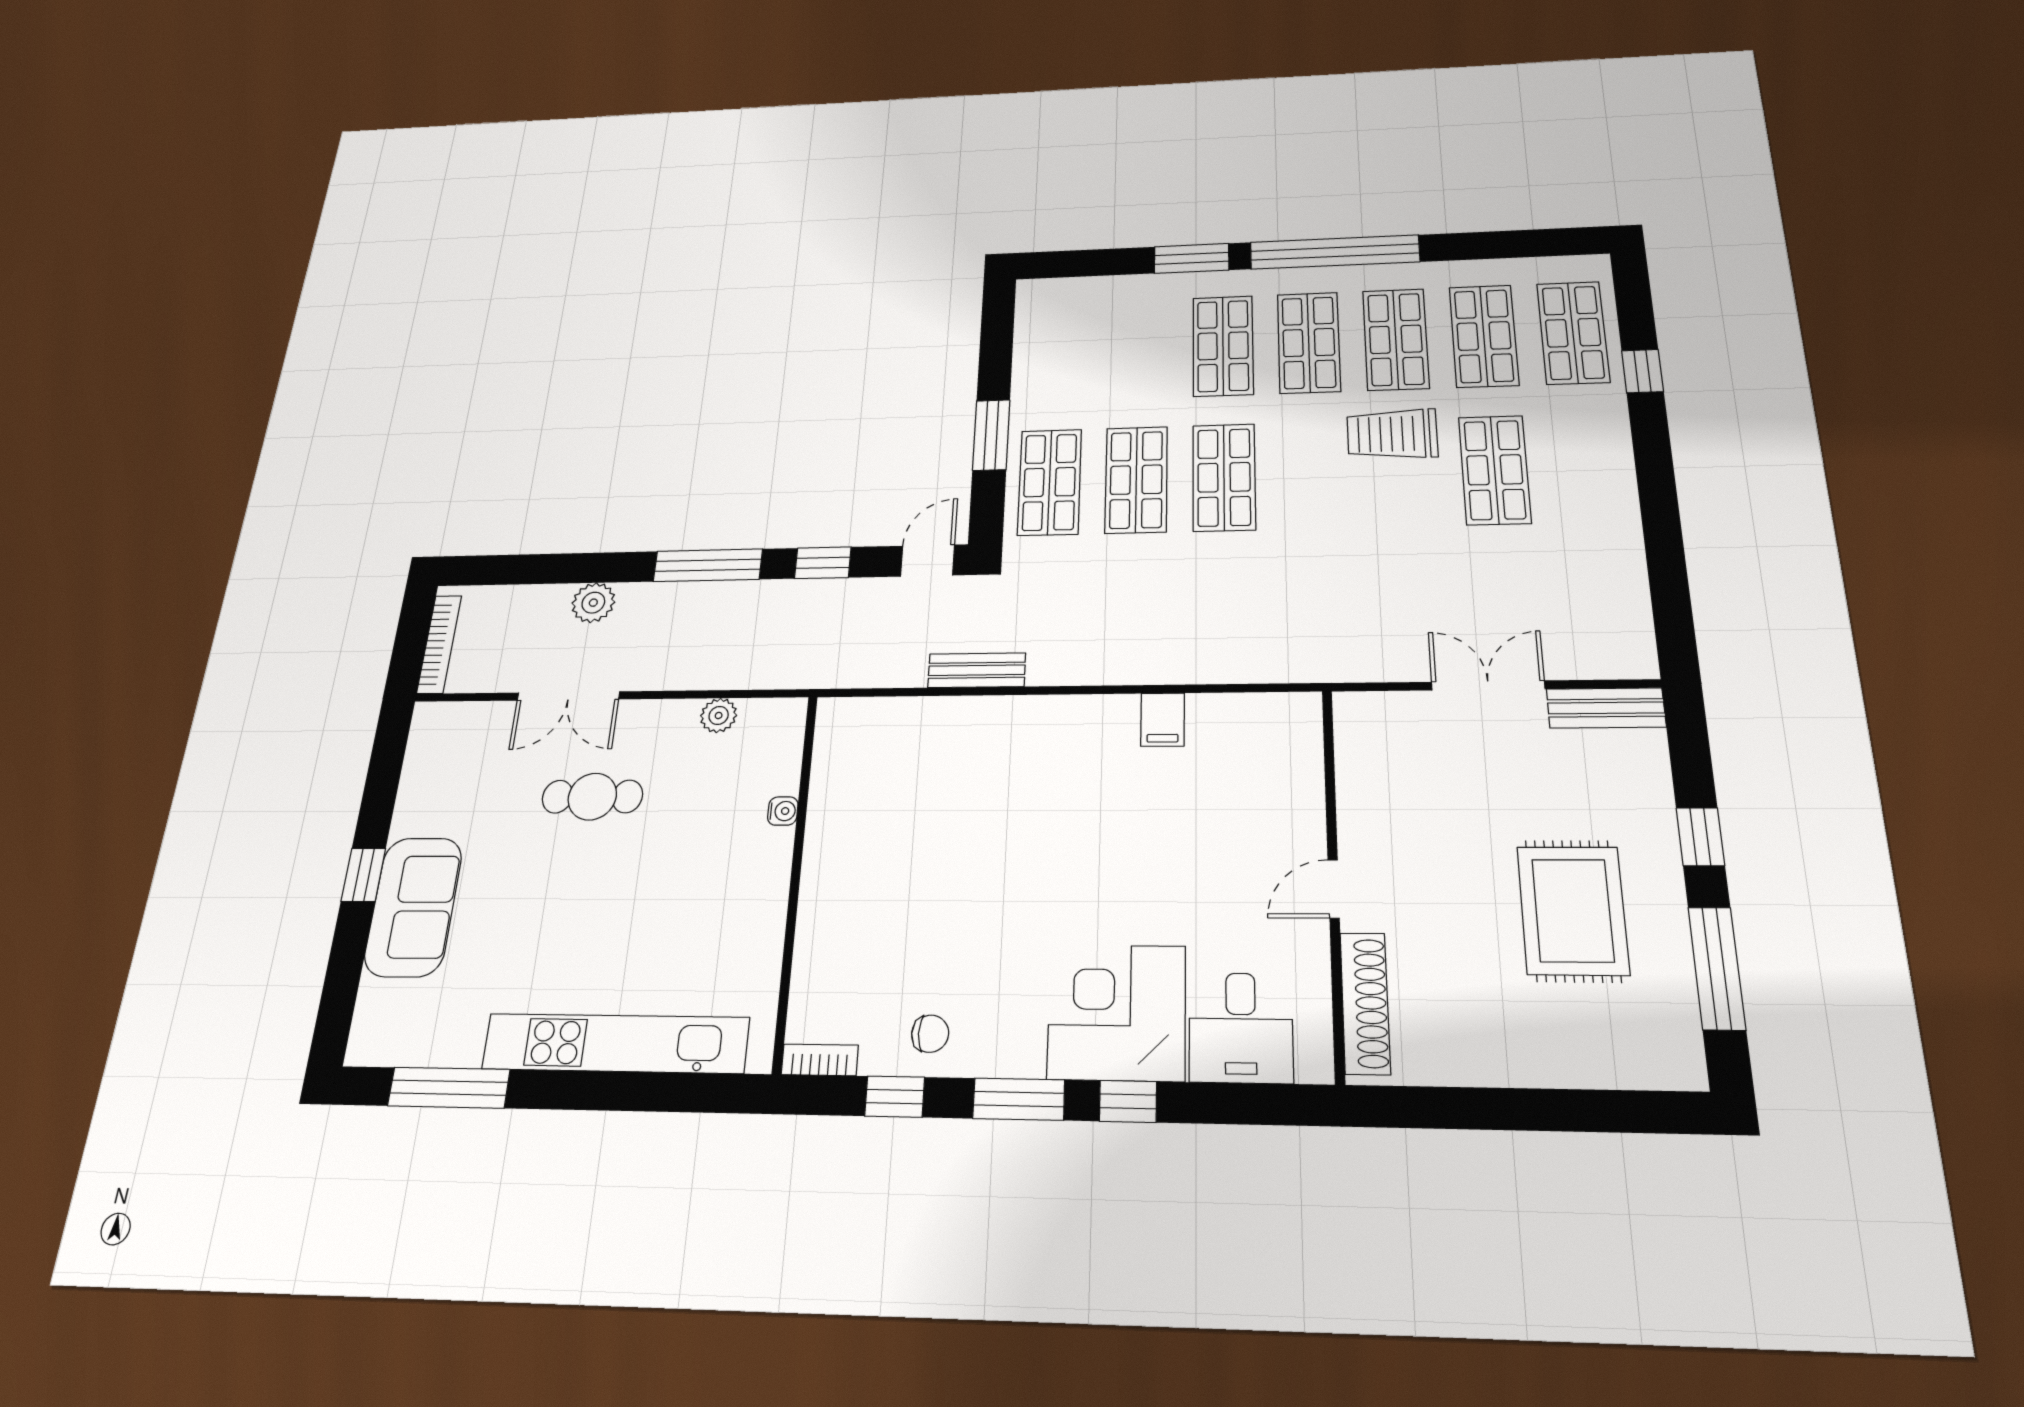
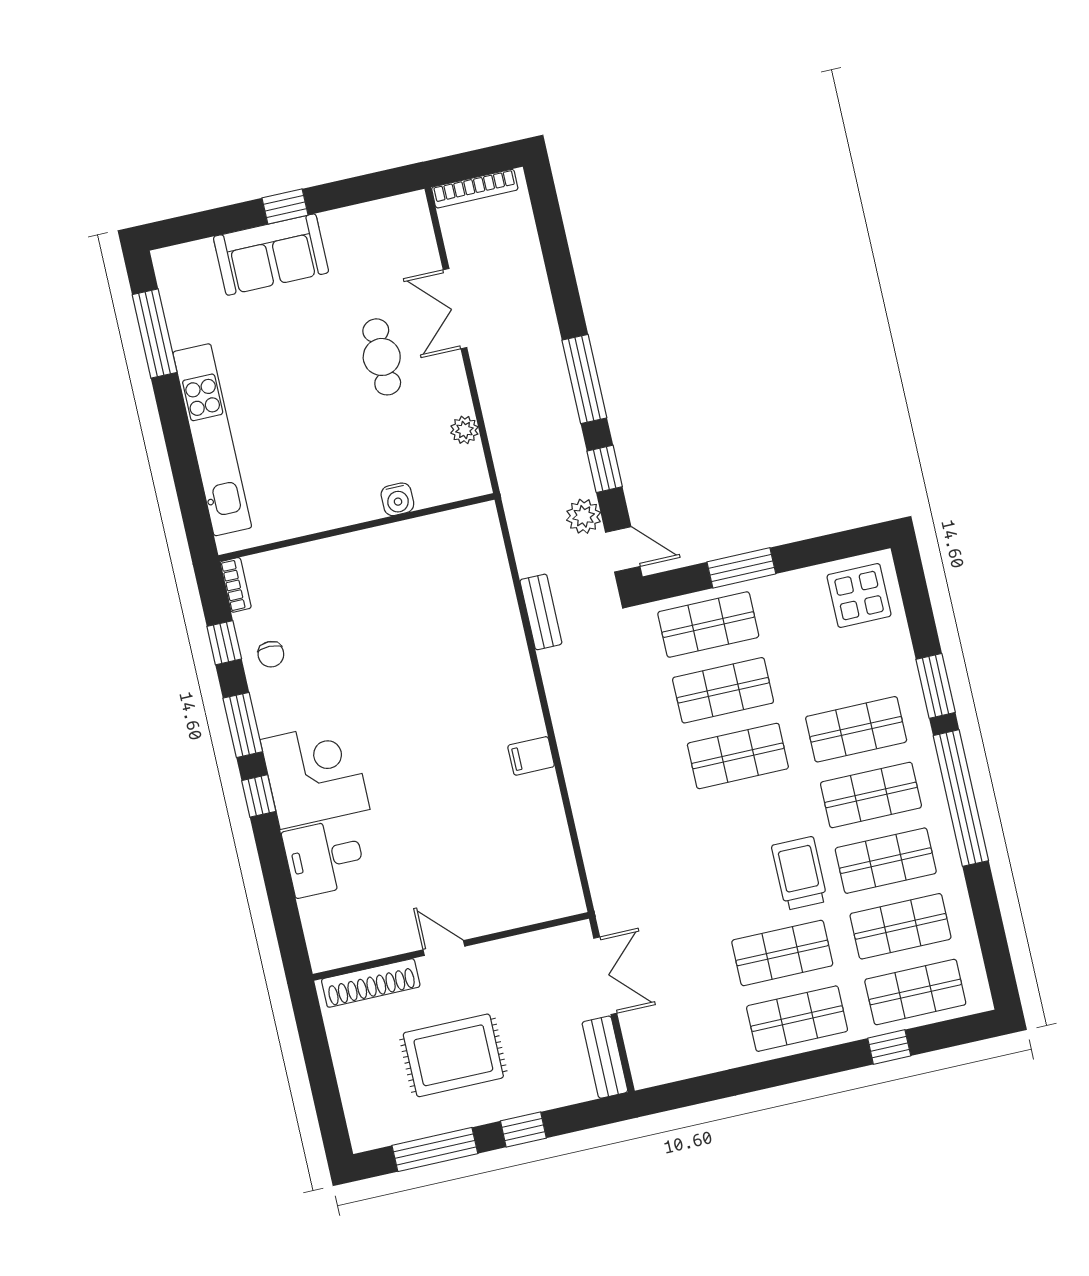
display table: (1062, 319) -> (859, 596), added
shop shelf: (1587, 467) -> (797, 1019), added
plant: (593, 603) -> (584, 516), moved
water cooler: (783, 811) -> (397, 499), width x1.38, depth x1.38
wall: (1333, 879) -> (451, 946), moved
door: (1334, 889) -> (444, 948), moved
shoe rack: (1365, 1003) -> (371, 983), moved

